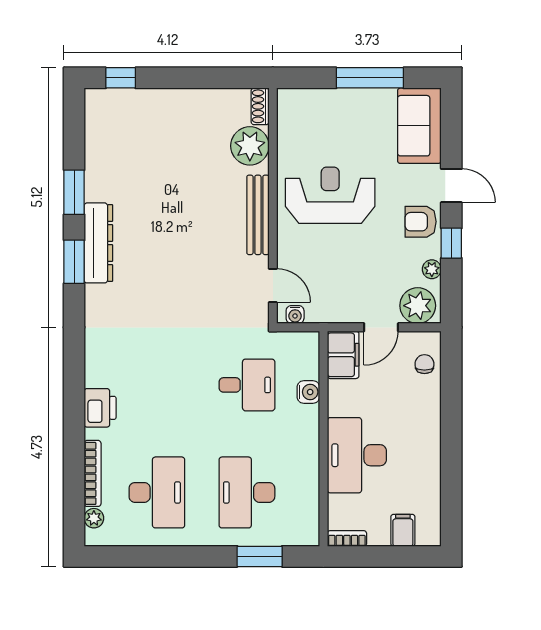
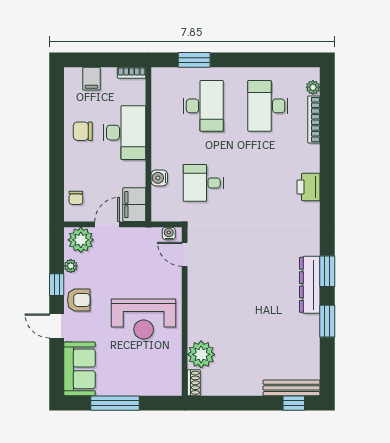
bench: (258, 215) -> (292, 388), moved, turned 90
printer: (100, 408) -> (309, 187), moved
chair: (415, 457) -> (83, 131), added

